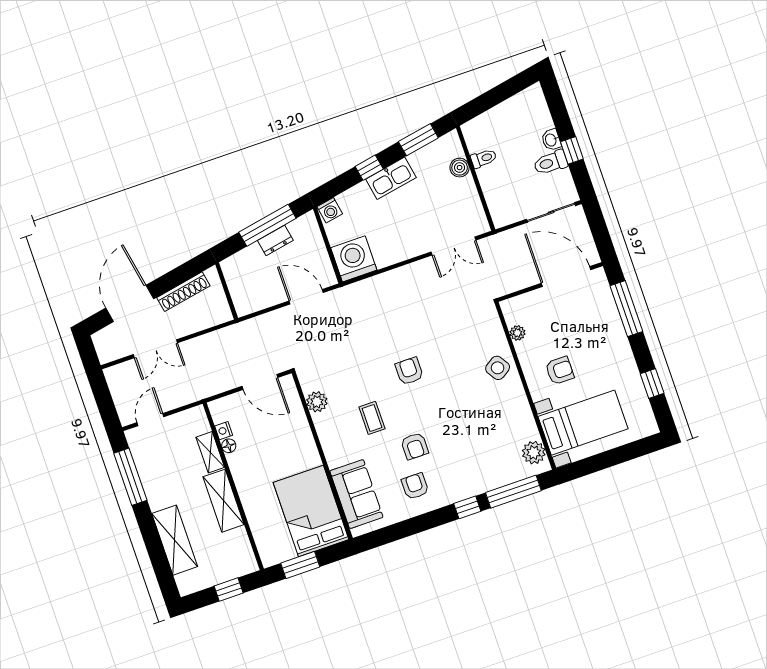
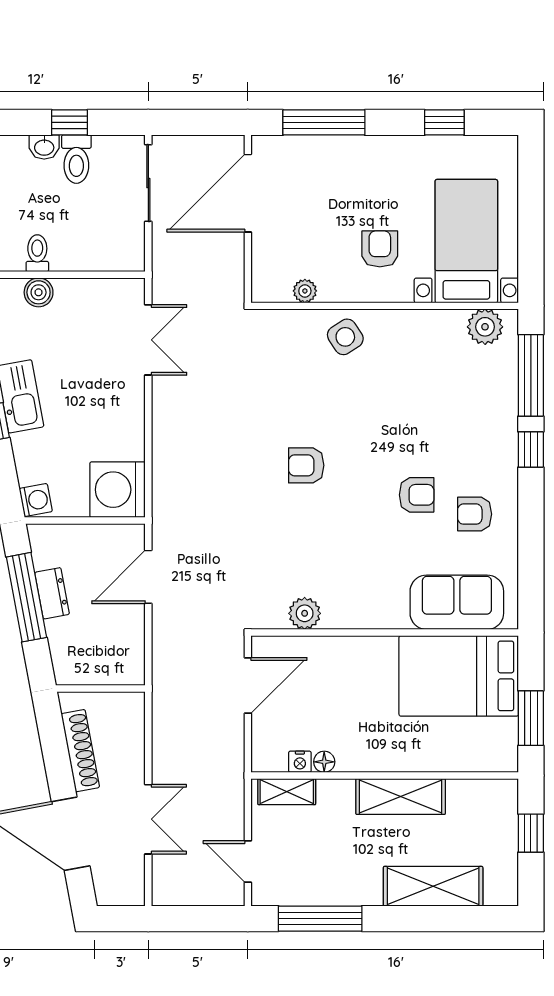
coffee table: (372, 418) -> (355, 542), removed
shelving: (210, 452) -> (287, 792), moved

